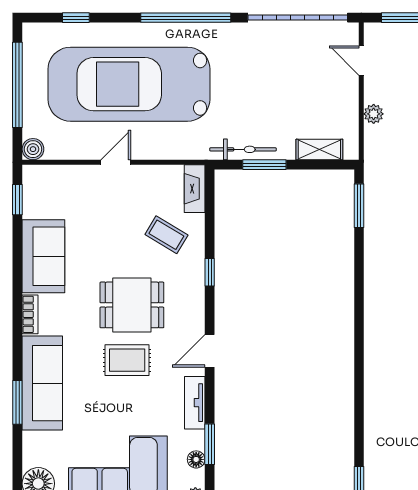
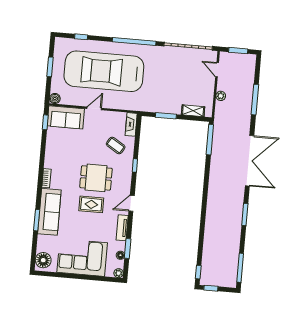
window: (17, 85) -> (50, 67), width x0.47
bicycle: (243, 149) -> (156, 107), removed
window: (359, 206) -> (210, 140), width x1.44
sofa: (43, 256) -> (66, 117), moved, turned 90

